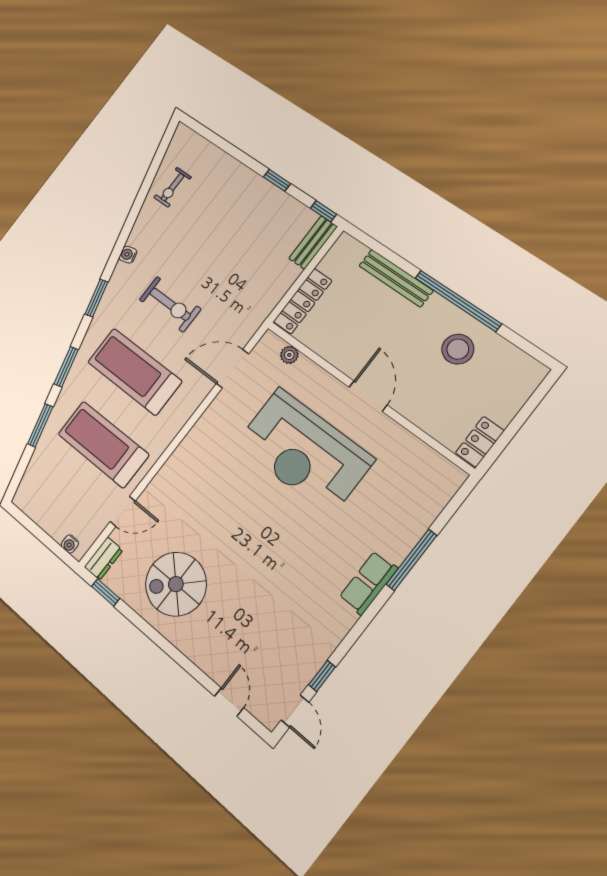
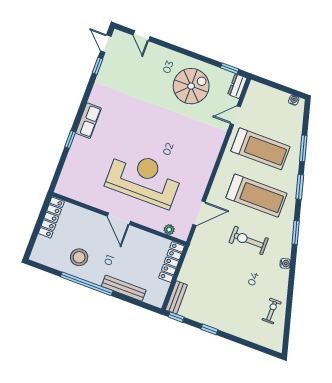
locker: (480, 442) -> (51, 218), width x1.53
water cooler: (70, 544) -> (294, 100), moved
window: (412, 560) -> (70, 139), width x0.46

